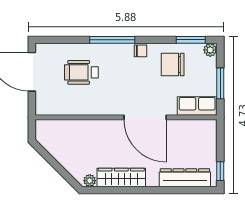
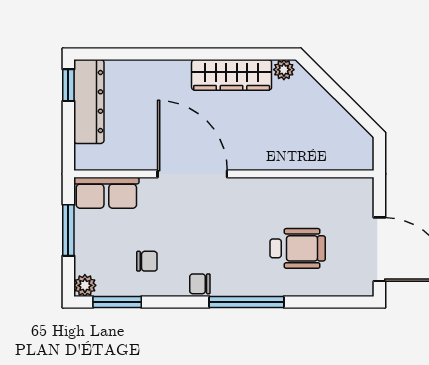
chair: (173, 65) -> (147, 261), width x0.54, depth x0.54
dresser: (185, 178) -> (89, 102), moved, turned -90

